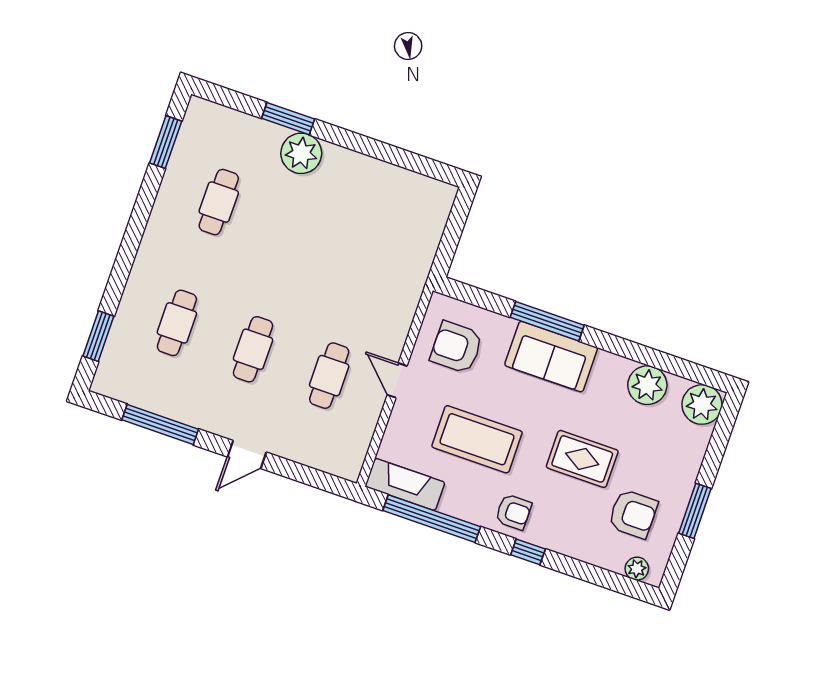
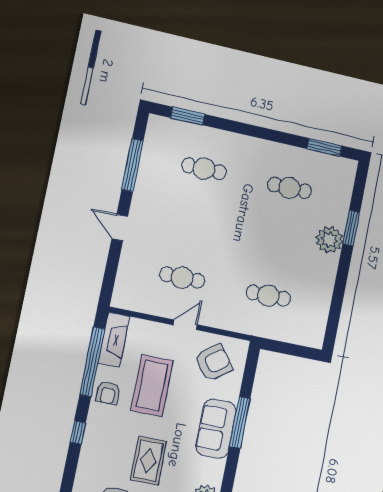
armchair: (456, 347) -> (213, 363), turned 54
cafe table: (253, 349) -> (268, 296), moved
armchair: (513, 512) -> (108, 393), moved

